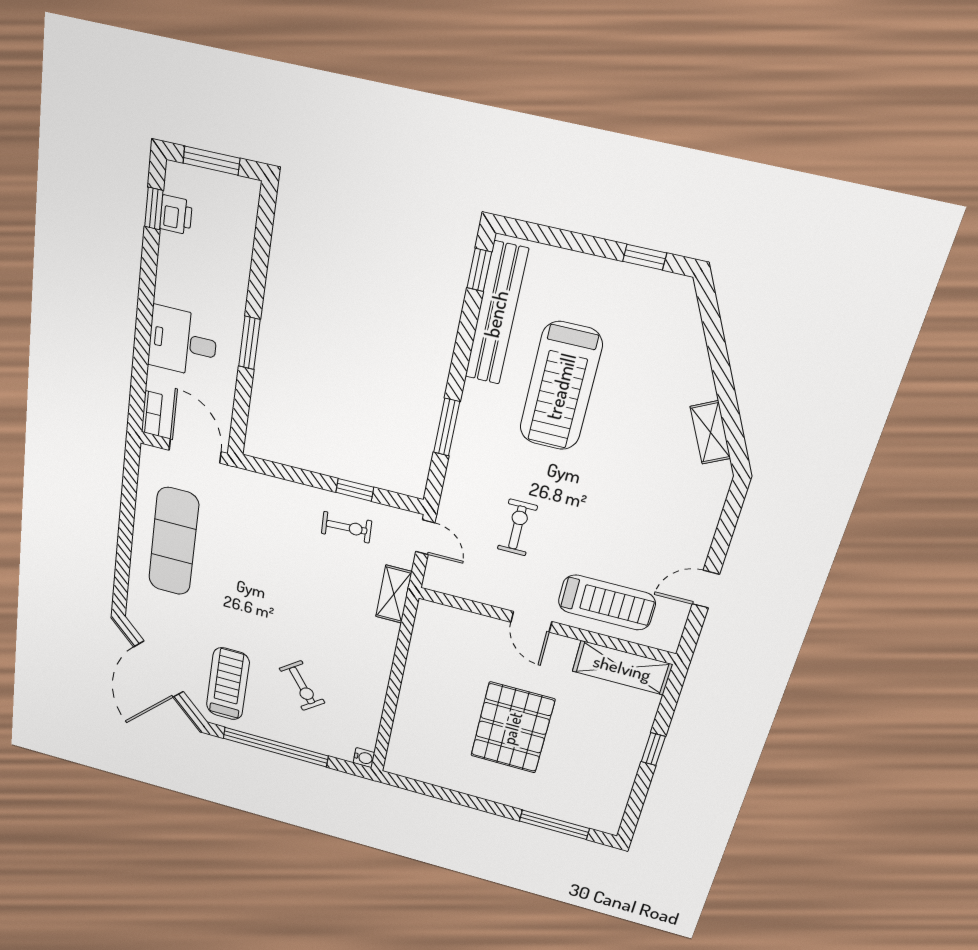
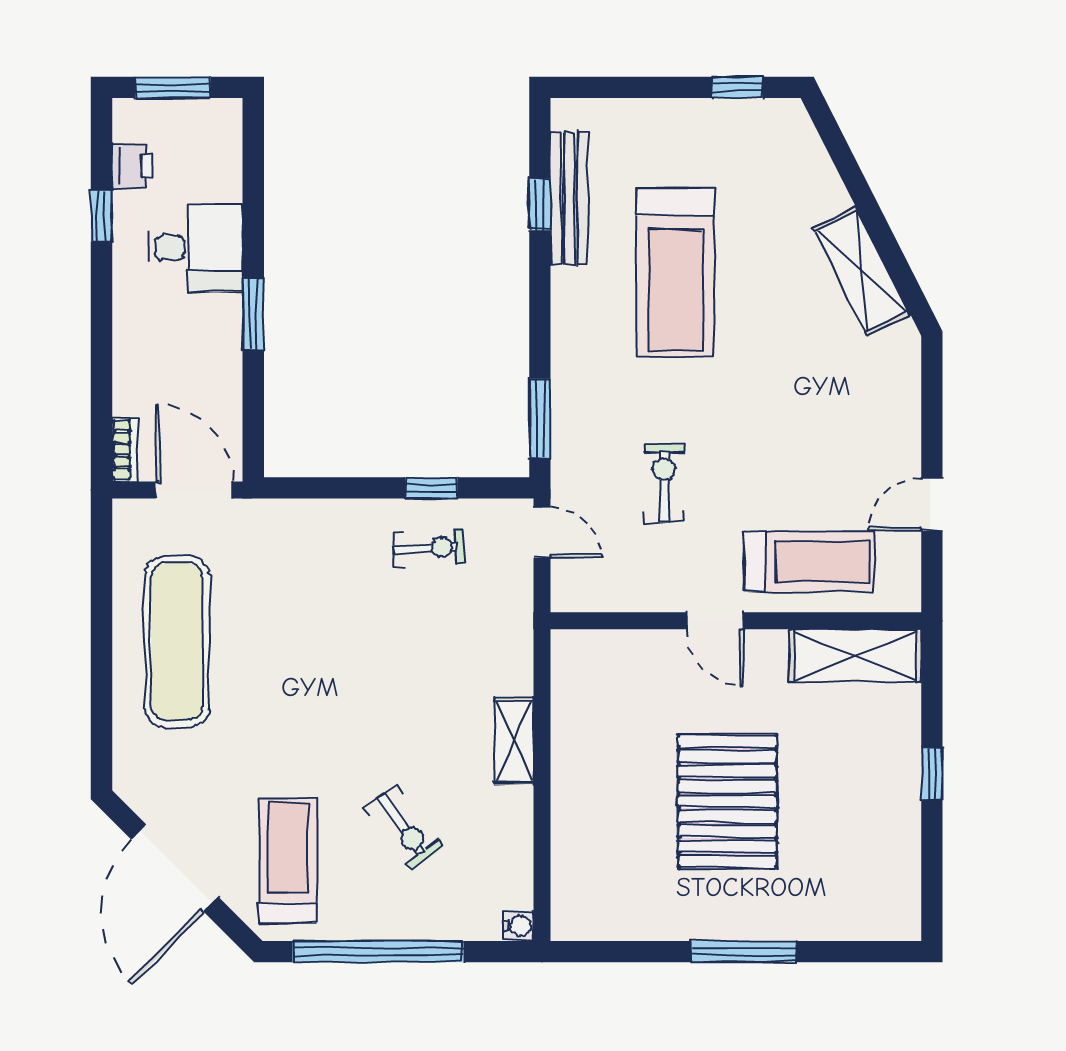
window: (154, 209) -> (101, 216), moved
window: (479, 270) -> (540, 204), moved
bench: (496, 314) -> (569, 198), width x0.73, depth x0.82
desk: (183, 342) -> (195, 248), moved, turned 180
window: (447, 427) -> (540, 418), moved
shelving: (710, 432) -> (861, 271), width x1.50, depth x1.33
shelving: (394, 594) -> (514, 741), moved
window: (554, 825) -> (744, 952), moved

